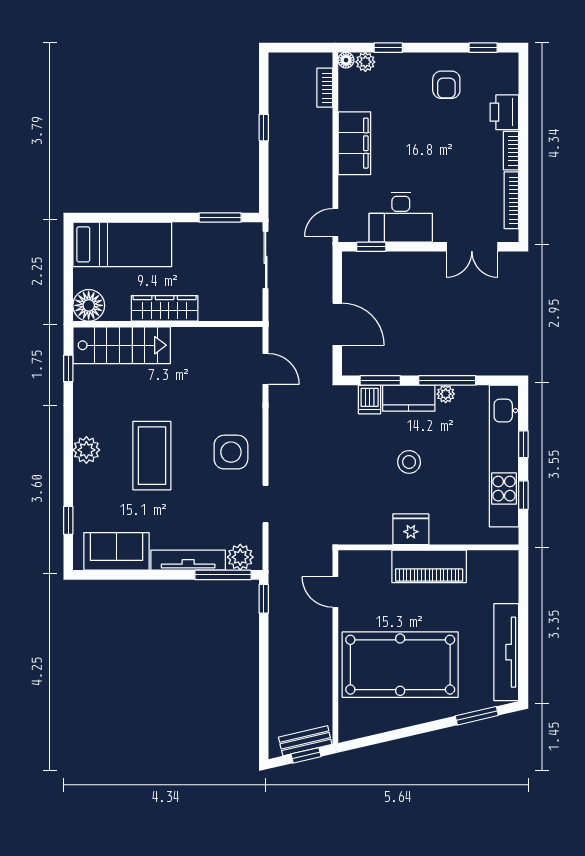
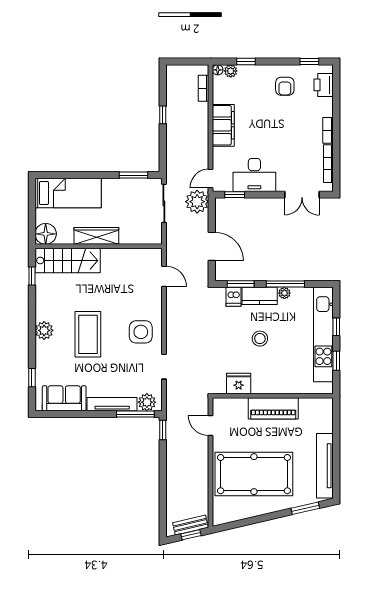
printer: (504, 112) -> (324, 85), moved
plant: (315, 257) -> (197, 202), added
fridge: (411, 529) -> (239, 384), moved

